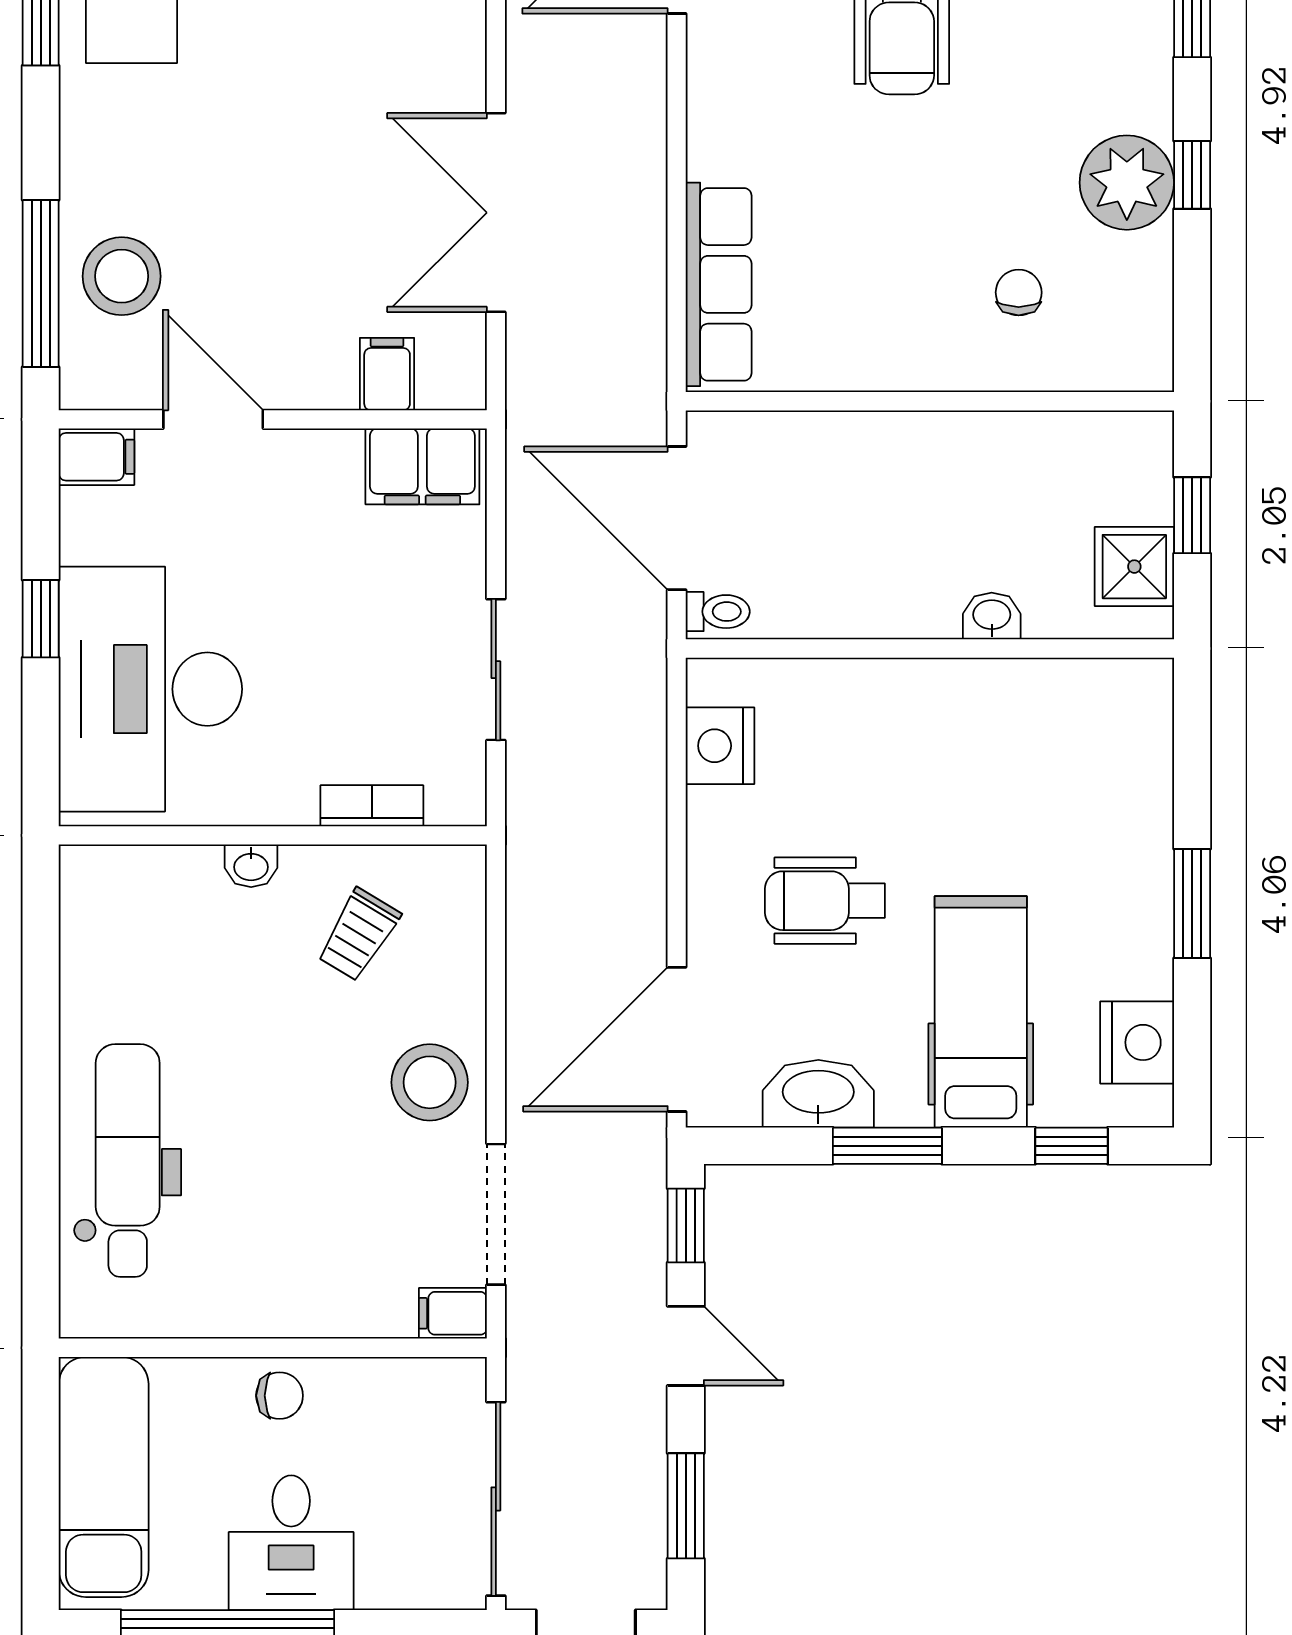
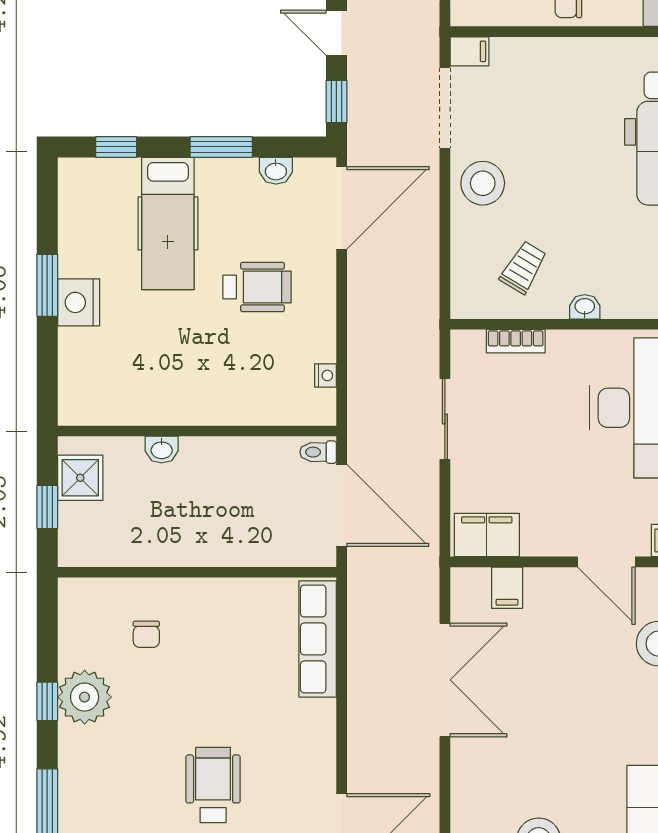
nightstand: (720, 746) -> (326, 375), width x0.53, depth x0.56
nightstand: (1137, 1042) -> (79, 302), moved
washbasin: (818, 1094) -> (276, 171), width x0.52, depth x0.69

